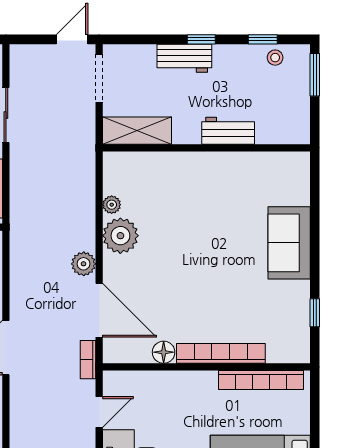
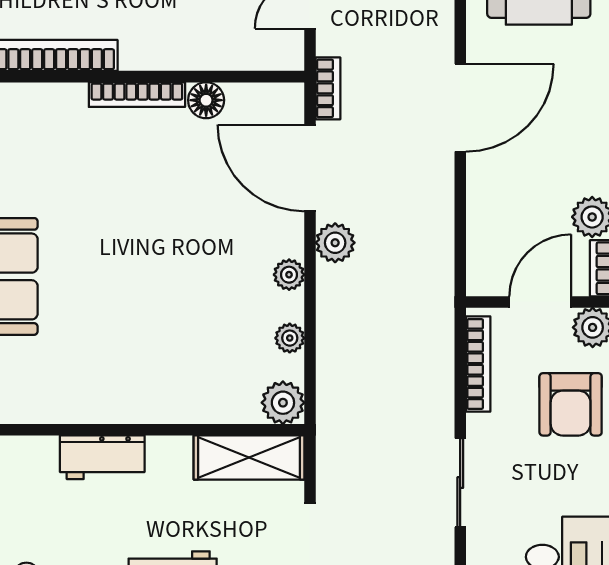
plant: (116, 165) -> (283, 403), added
plant: (120, 236) -> (289, 275), width x0.53, depth x0.53
bookcase: (221, 353) -> (137, 95), width x0.68, depth x0.76

